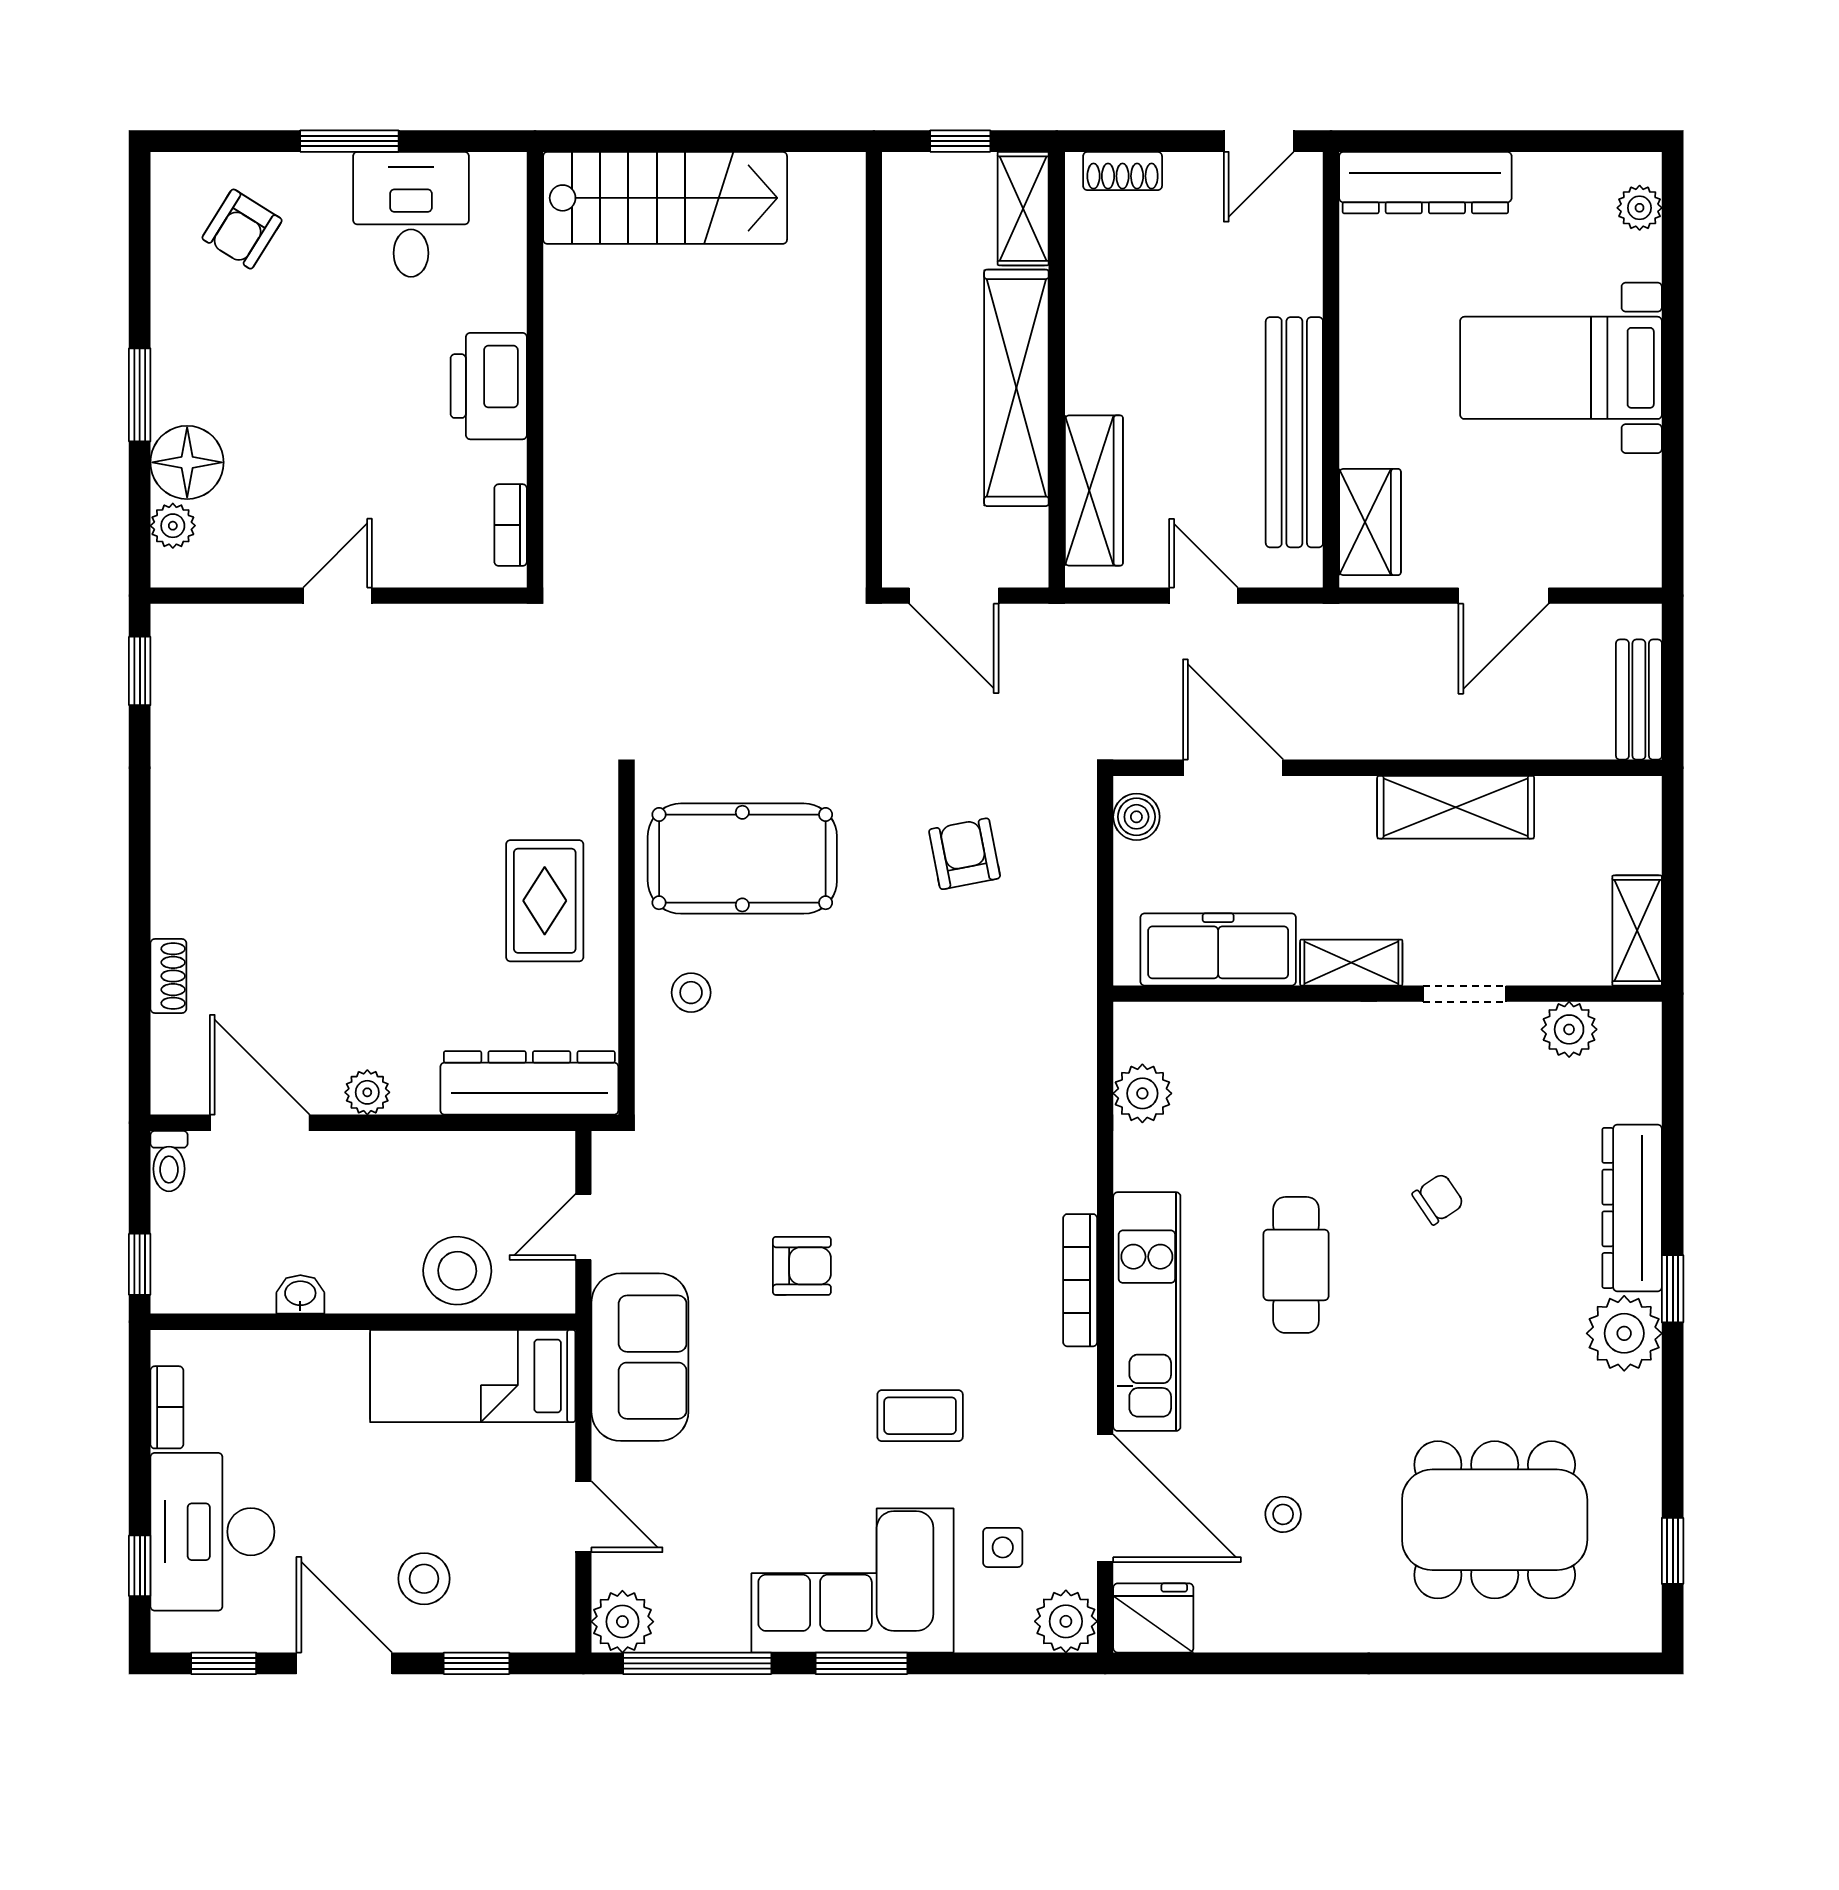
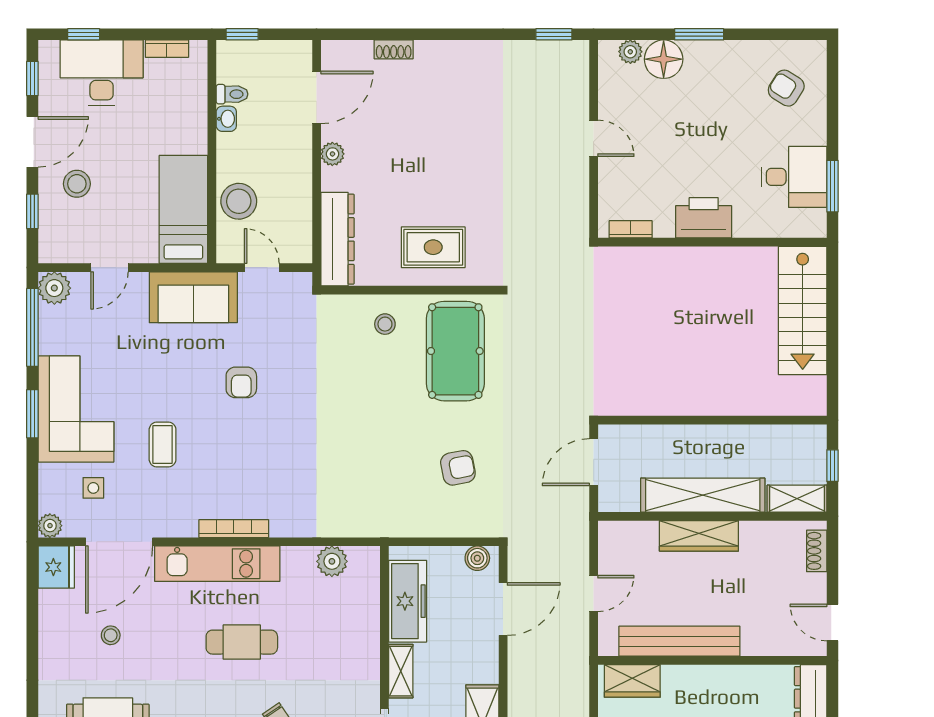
window: (349, 141) -> (832, 186), moved
wardrobe: (1094, 491) -> (699, 536), moved
toilet: (169, 1161) -> (232, 94), moved, turned 180
plant: (1066, 1621) -> (50, 526), width x0.73, depth x0.73

